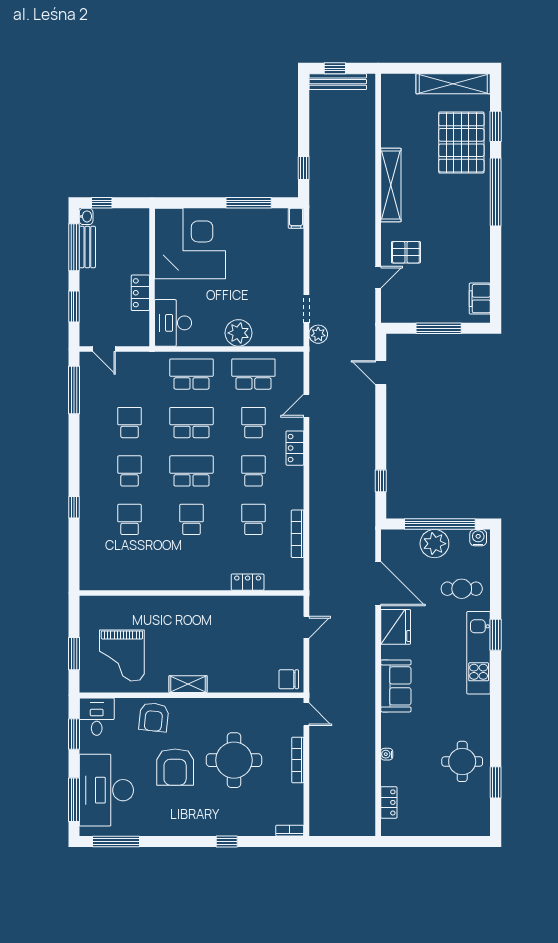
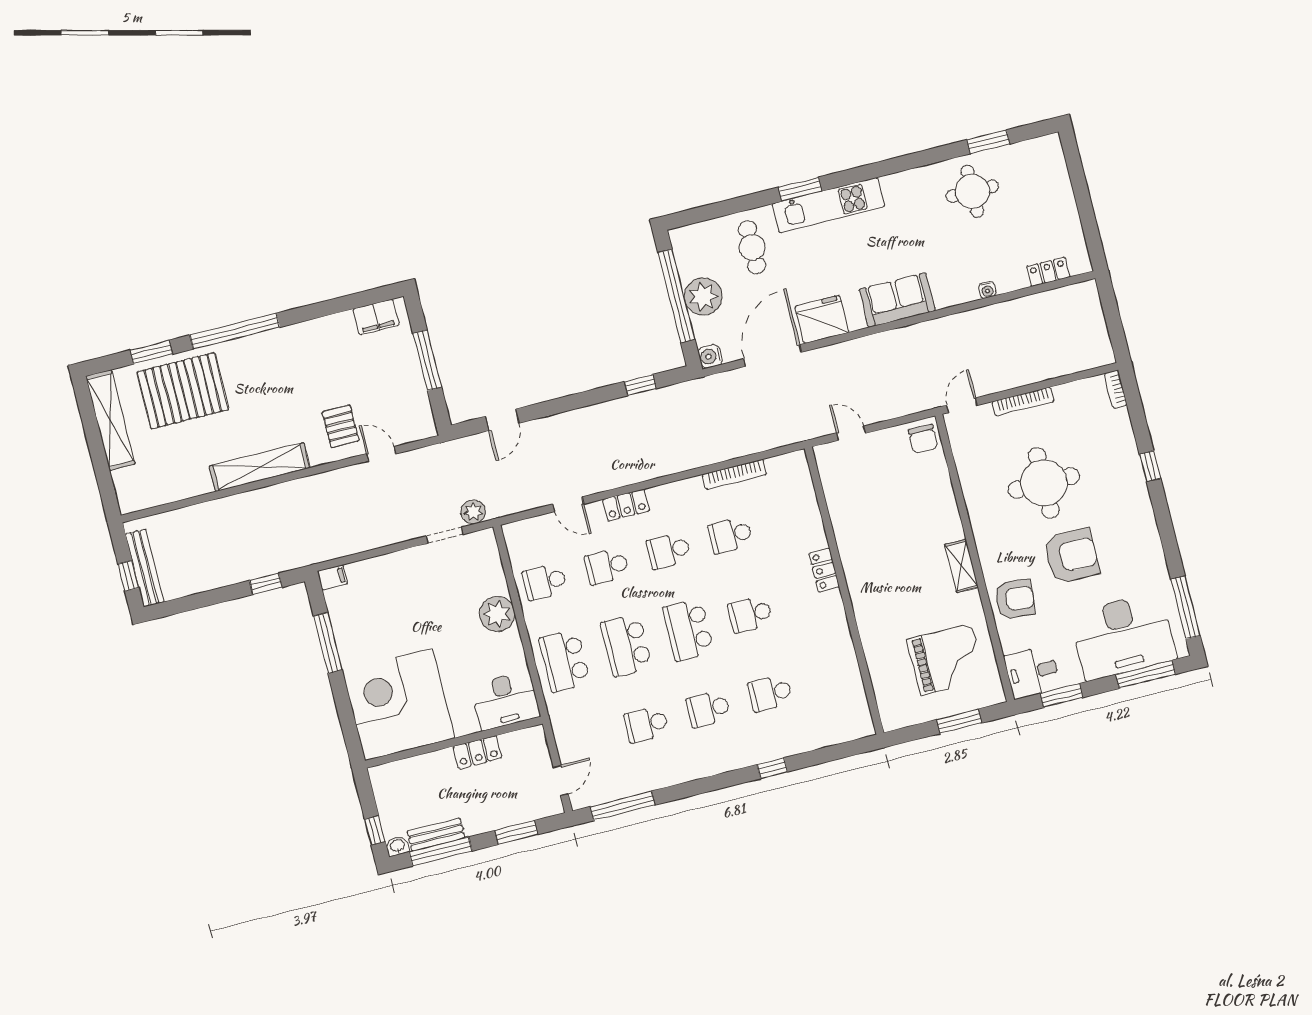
school desk: (253, 374) -> (545, 582), width x0.54
water cooler: (478, 538) -> (710, 356), moved
locker: (248, 582) -> (824, 570), moved

